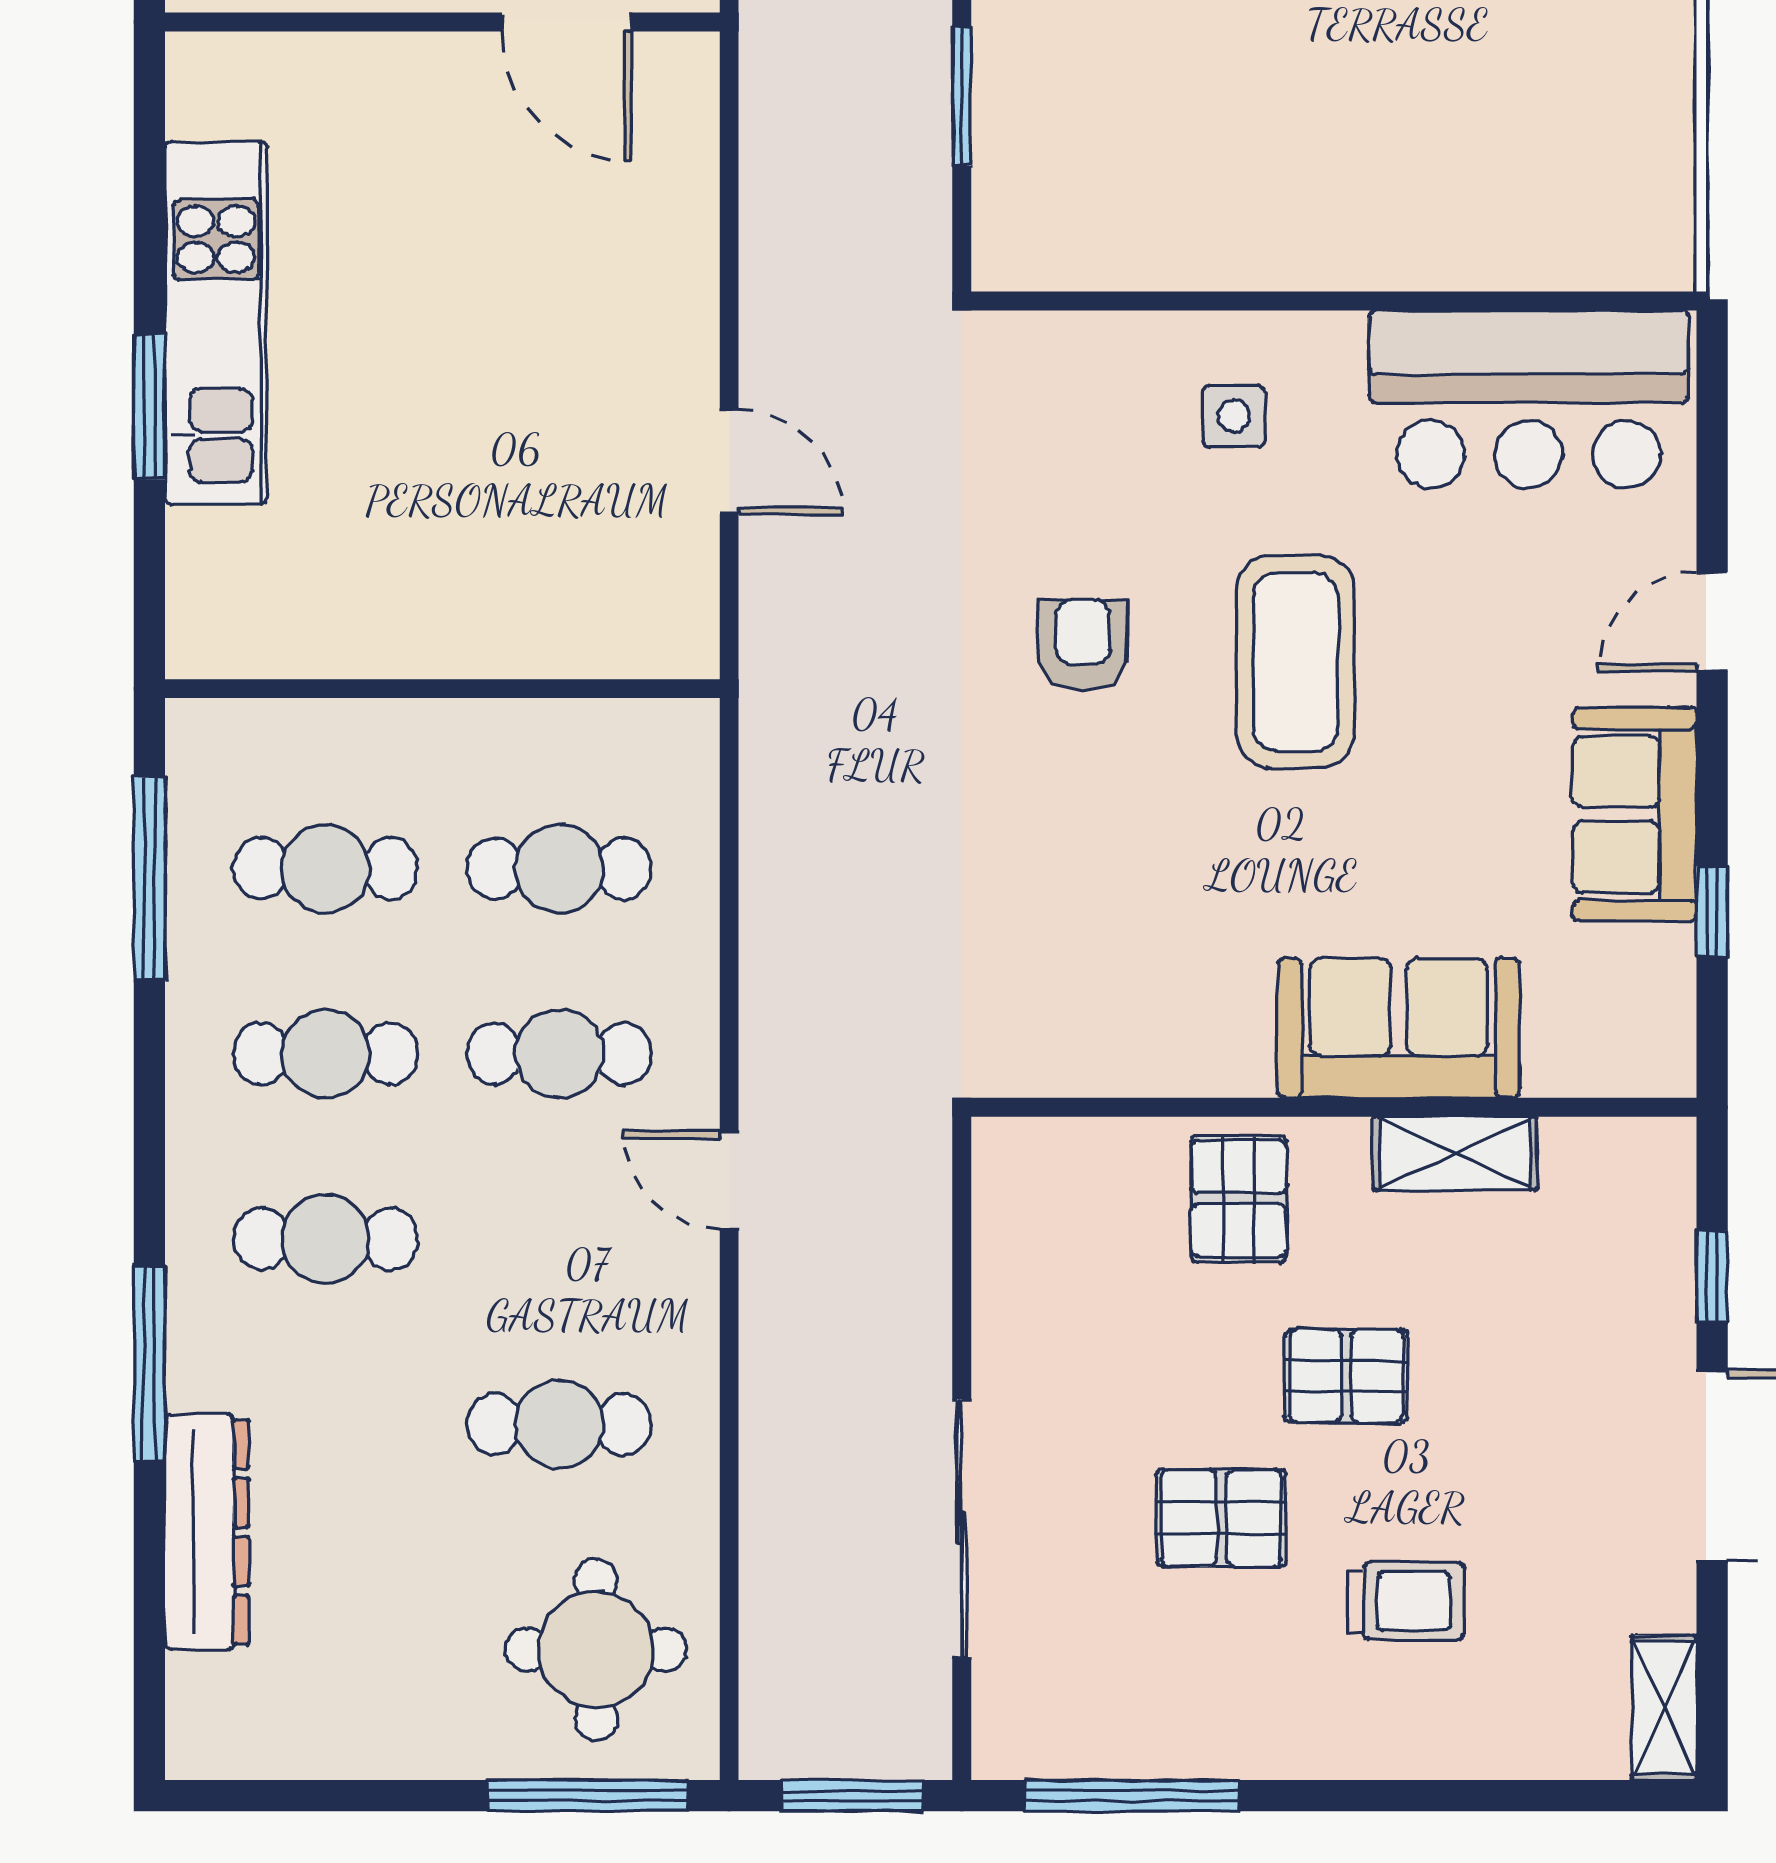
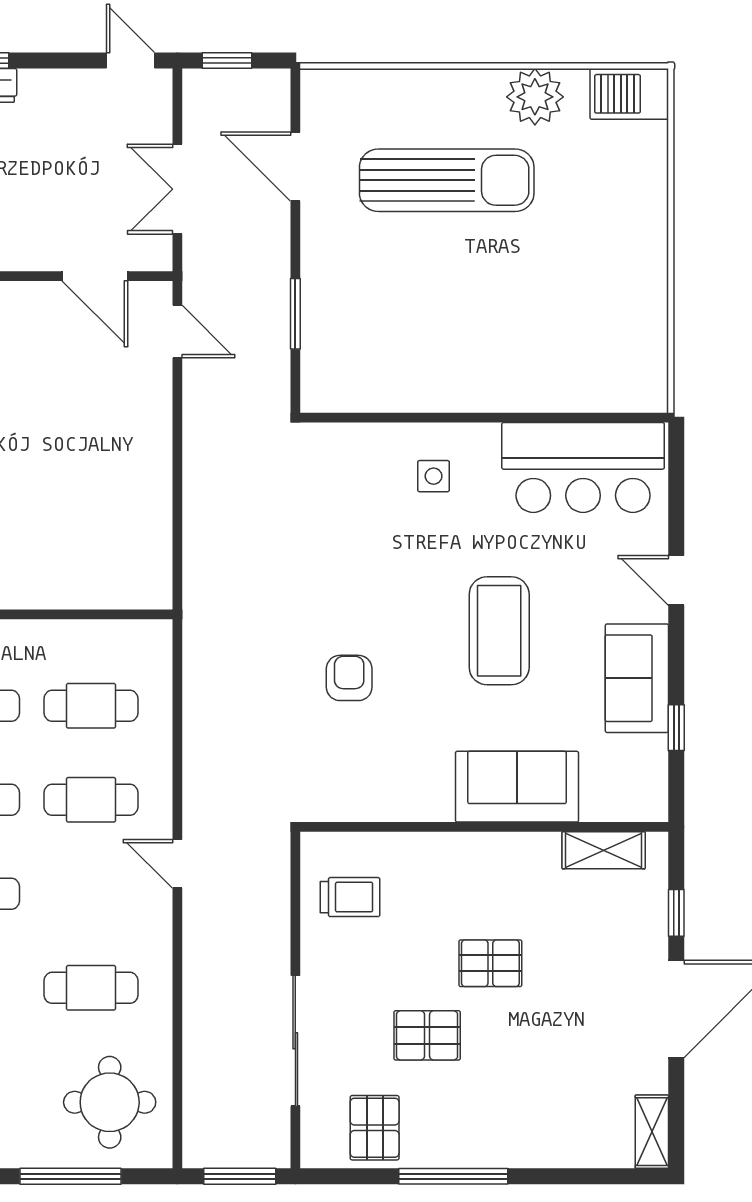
door: (729, 462) -> (177, 331), moved
door: (1712, 622) -> (676, 580), hinge flipped
armchair: (1083, 645) -> (349, 678), moved
coffee table: (1296, 662) -> (499, 631), moved
shelving: (1455, 1153) -> (604, 850), moved
pallet: (1239, 1199) -> (375, 1128), moved
trolley: (1406, 1601) -> (350, 897), moved
window: (588, 1796) -> (70, 1176), moved
window: (1132, 1796) -> (453, 1176), moved

